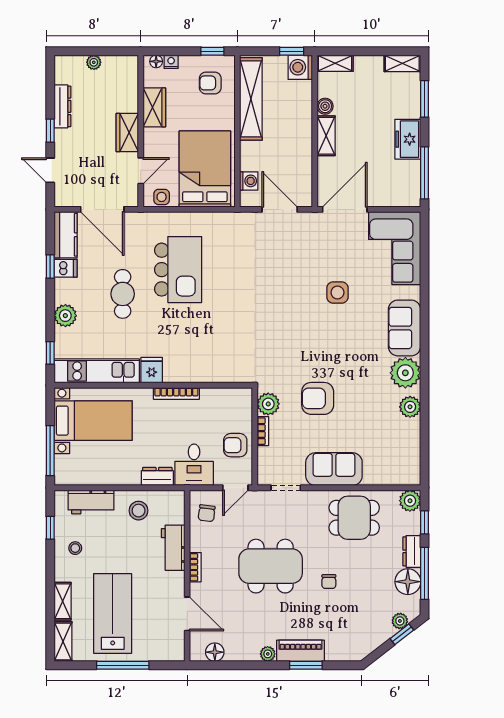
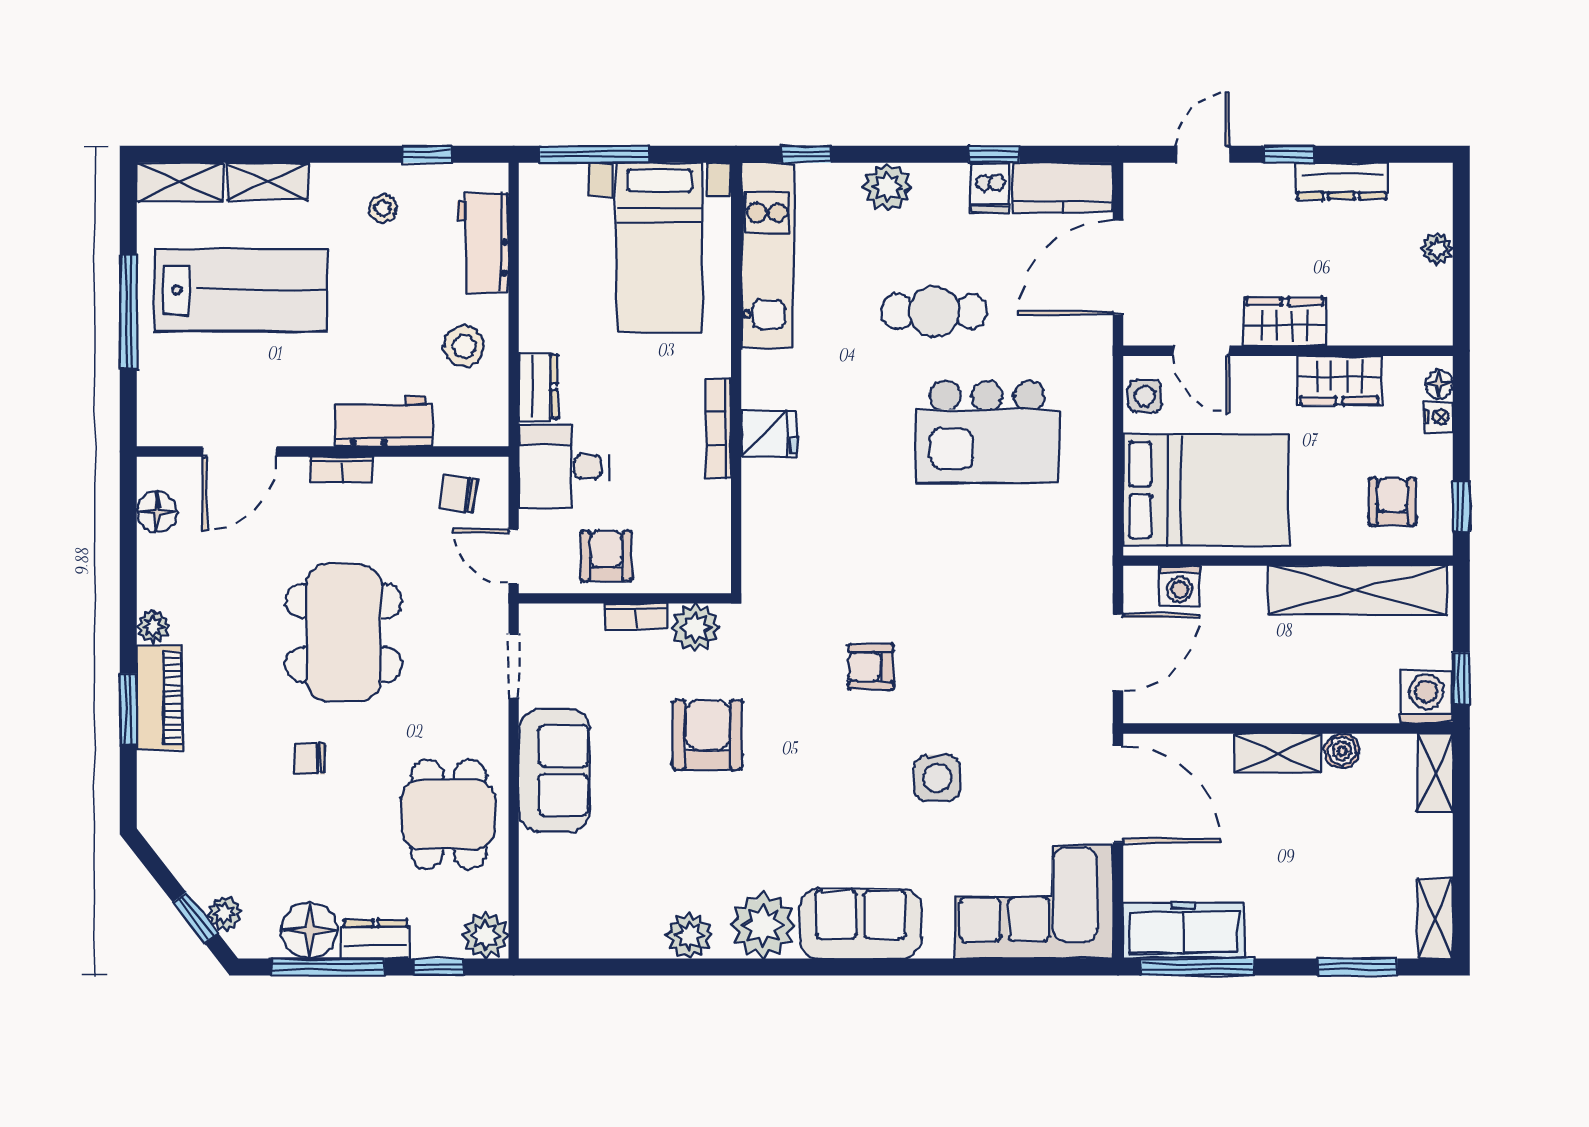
freezer: (408, 139) -> (1183, 930), moved, width x1.40
armchair: (286, 323) -> (871, 667), added
fridge: (152, 370) -> (769, 434), moved

